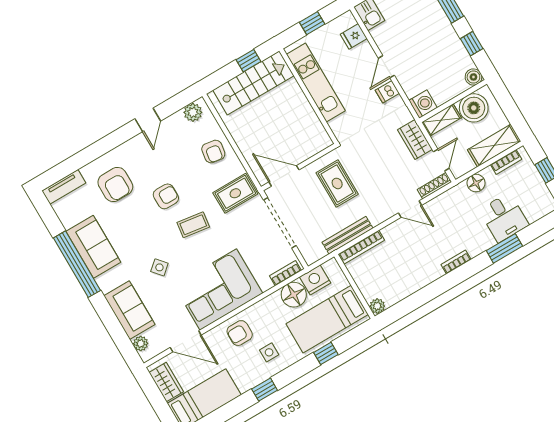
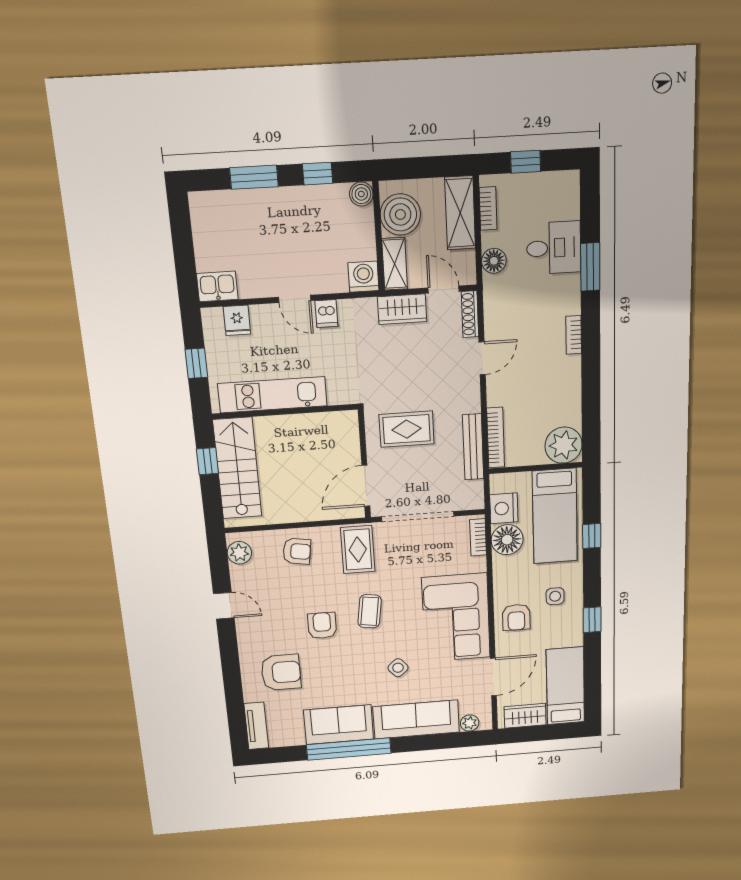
plant: (377, 306) -> (564, 445), width x1.87, depth x1.87
sofa: (129, 310) -> (416, 719), width x1.36

